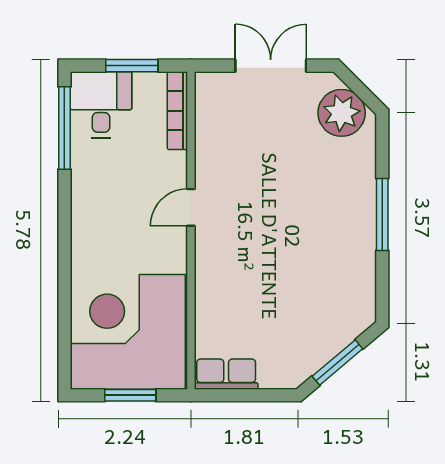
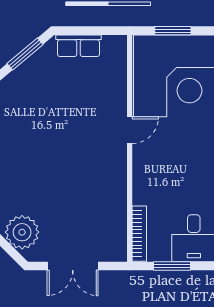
door: (191, 207) -> (130, 130), moved
row of seats: (226, 374) -> (78, 46), moved

